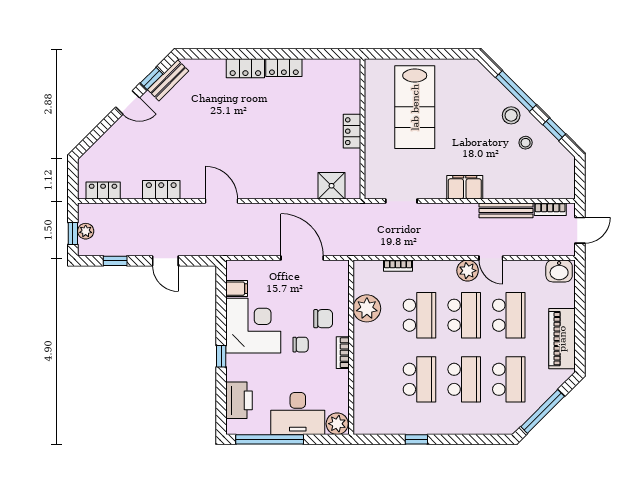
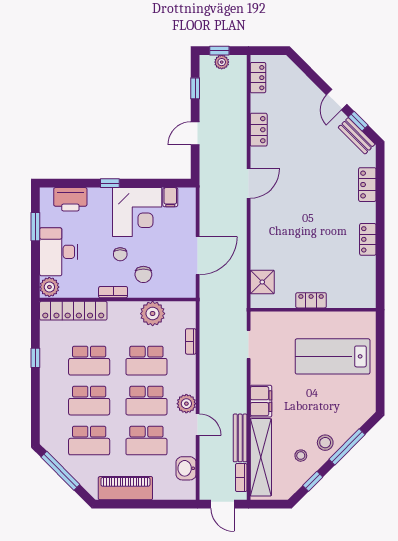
locker: (245, 68) -> (367, 185), moved
shelving: (528, 187) -> (261, 457), added
door: (491, 258) -> (198, 425), swing flipped
washbasin: (559, 271) -> (186, 468), moved
locker: (364, 397) -> (73, 311), added
window: (270, 439) -> (35, 227), width x0.47

